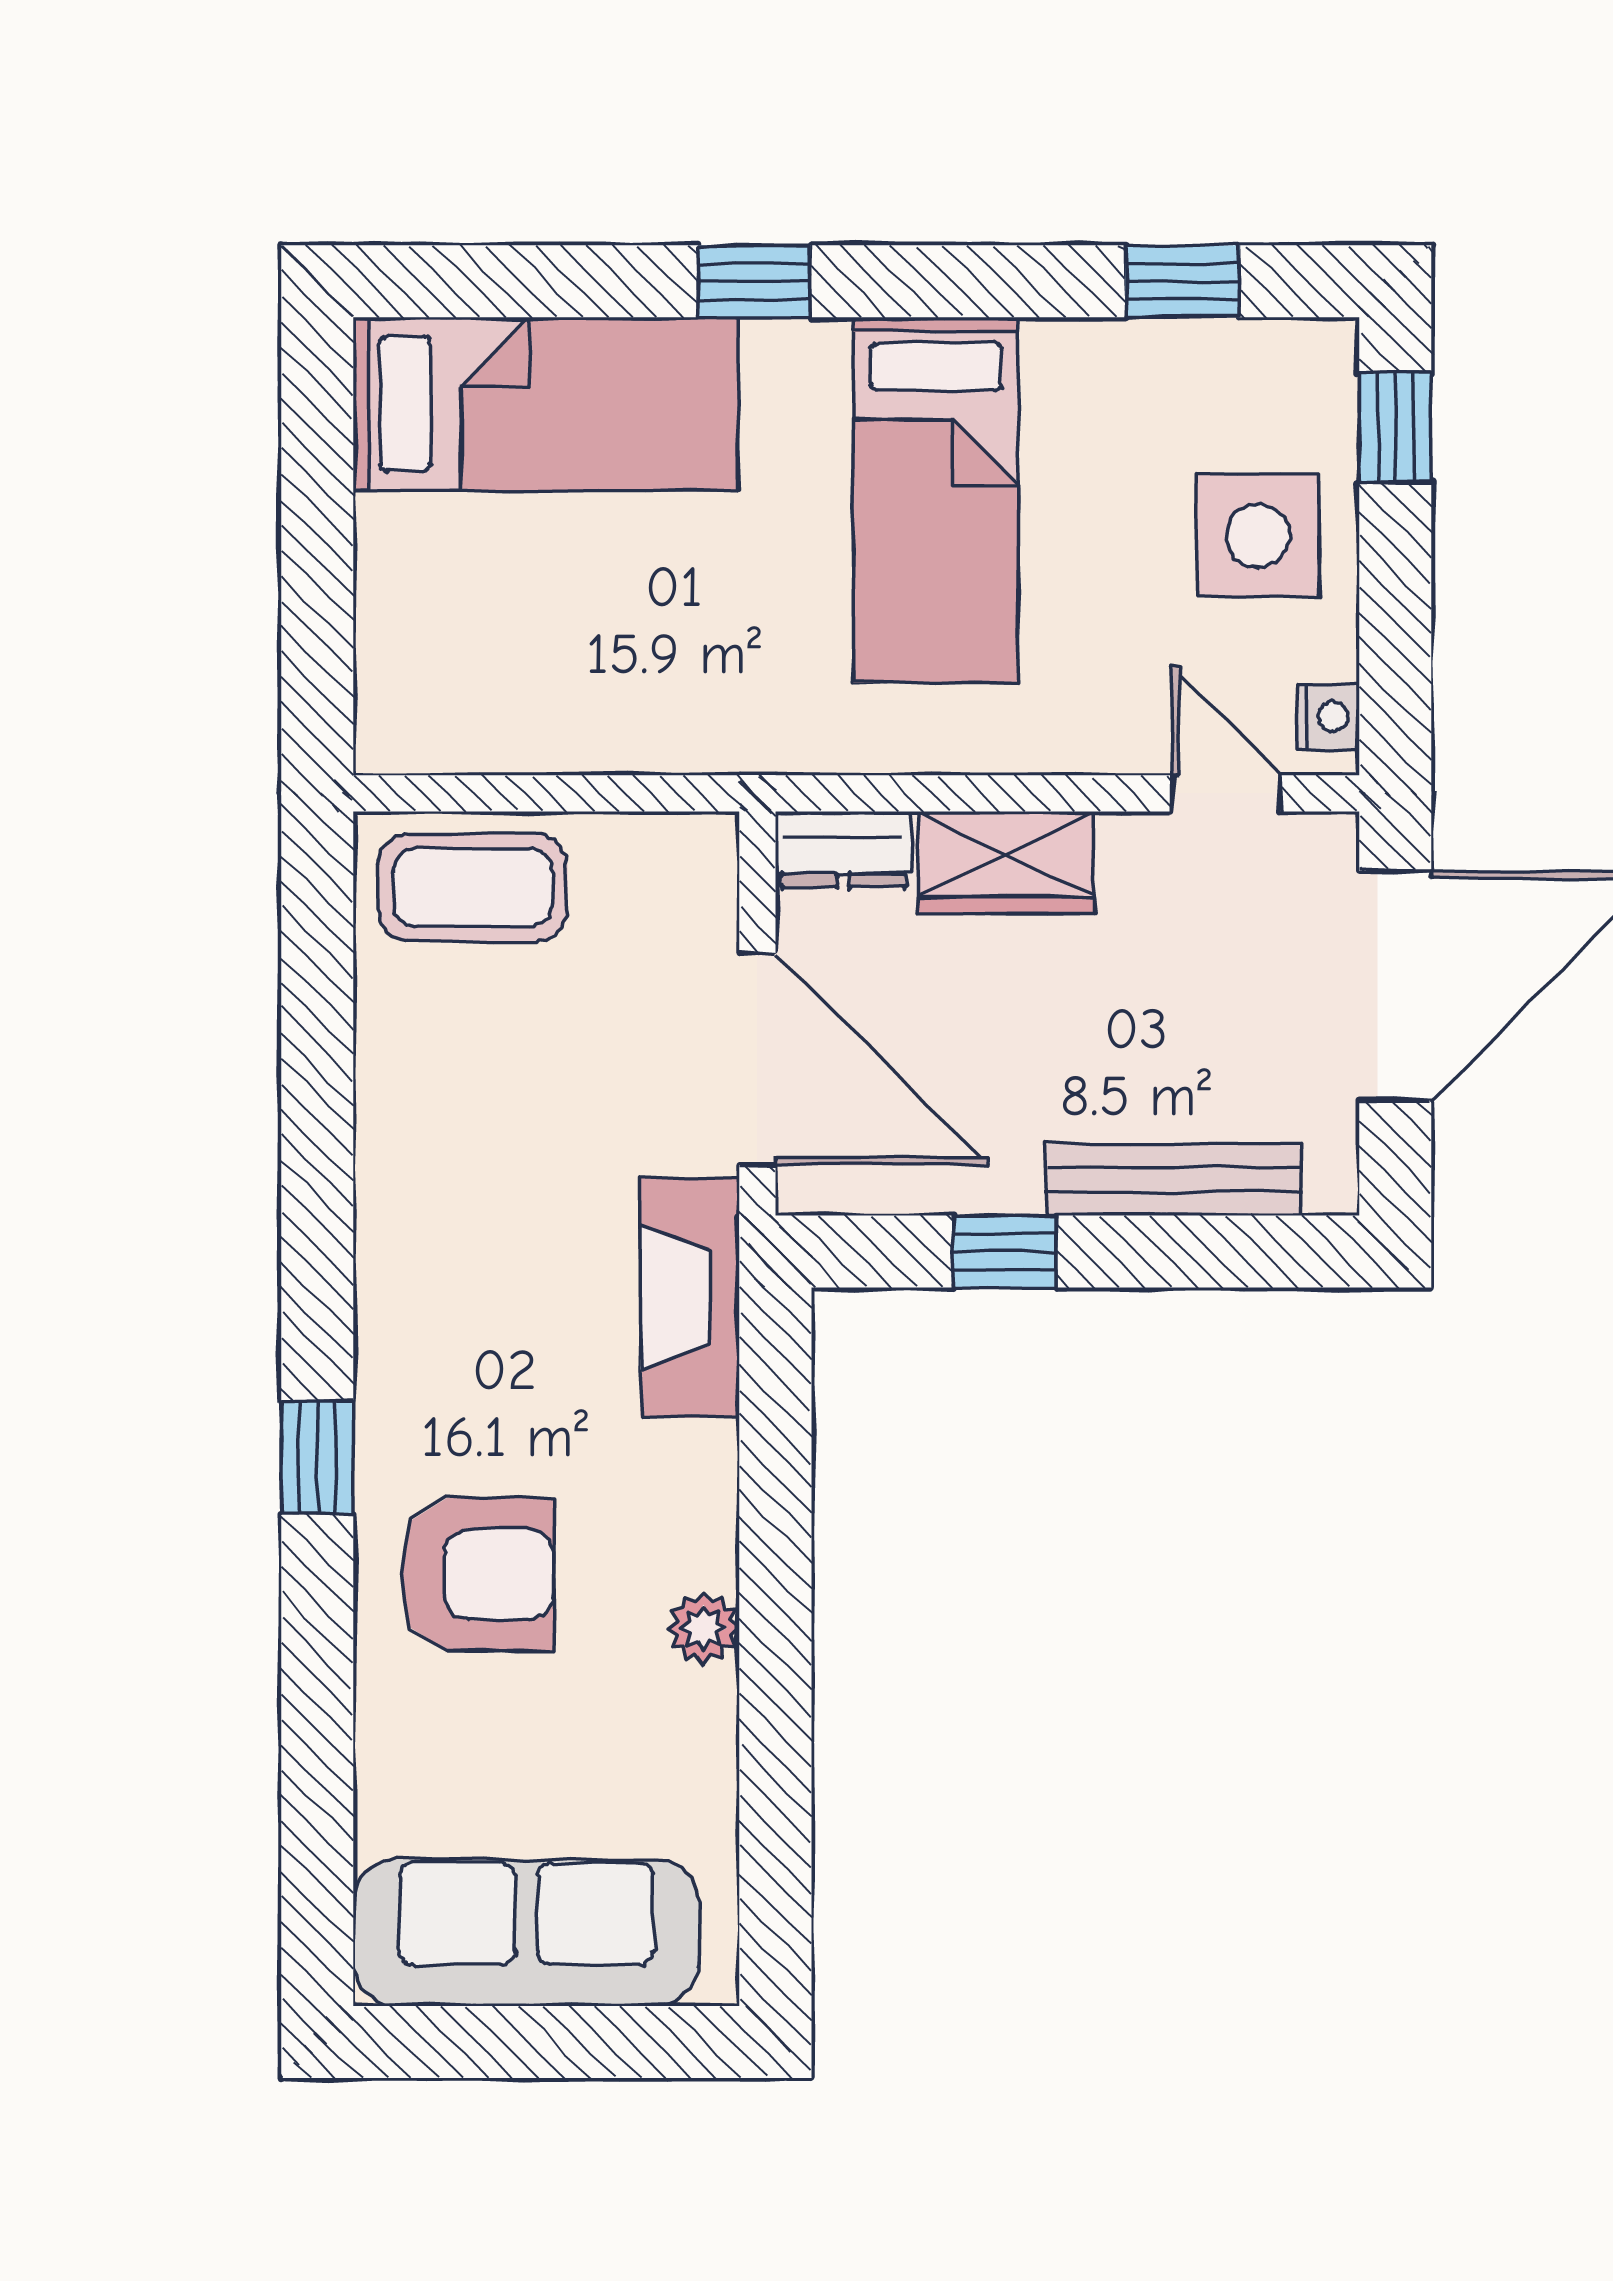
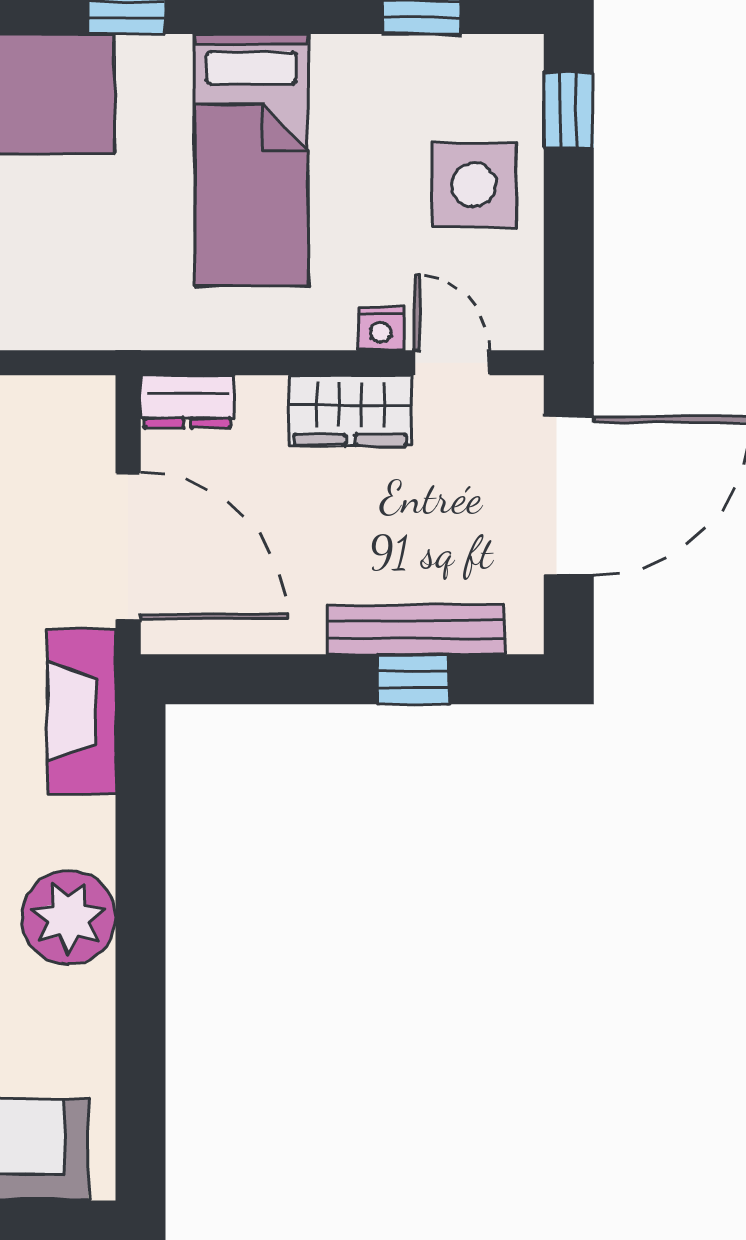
nightstand: (1328, 717) -> (381, 329), moved, turned 90
wardrobe: (1006, 862) -> (350, 410), moved
window: (1005, 1252) -> (413, 679), moved
plant: (703, 1628) -> (69, 918), width x1.88, depth x1.88

